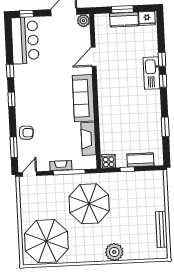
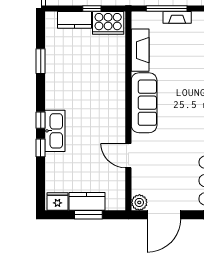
door: (94, 57) -> (128, 156), swing flipped
cooker: (109, 161) -> (108, 23), width x1.87, depth x1.31

